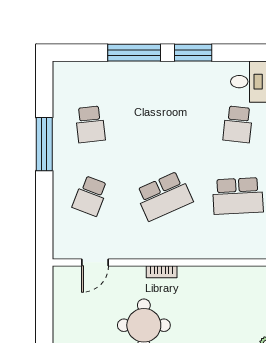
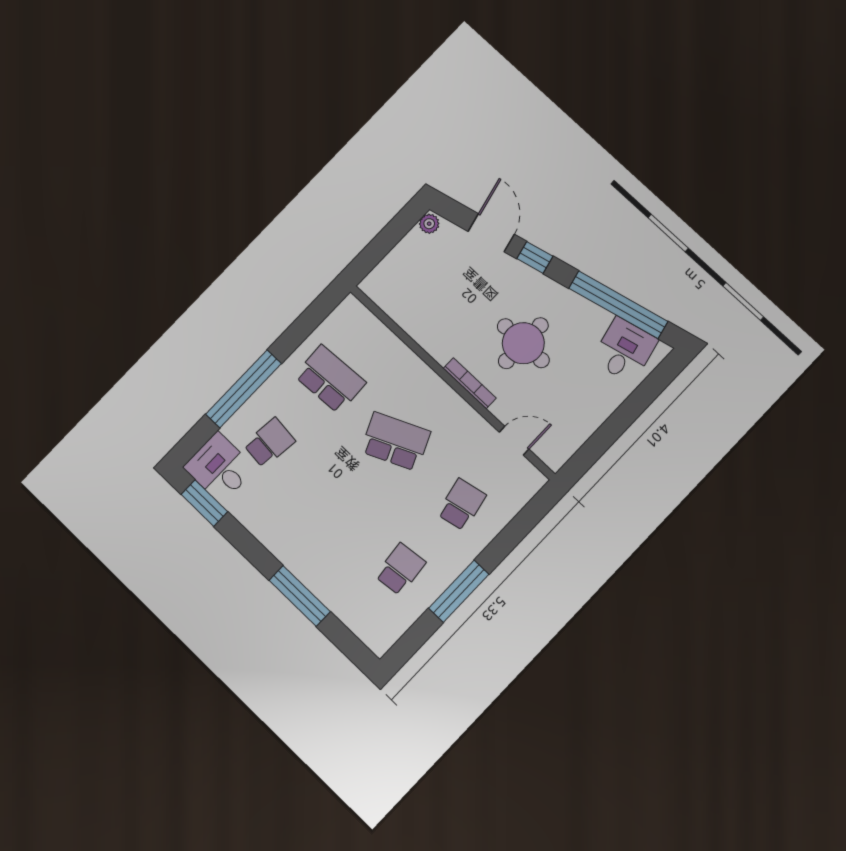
window: (193, 53) -> (204, 503), moved
school desk: (90, 196) -> (462, 505), turned -33
bookcase: (162, 272) -> (470, 383), width x1.56

